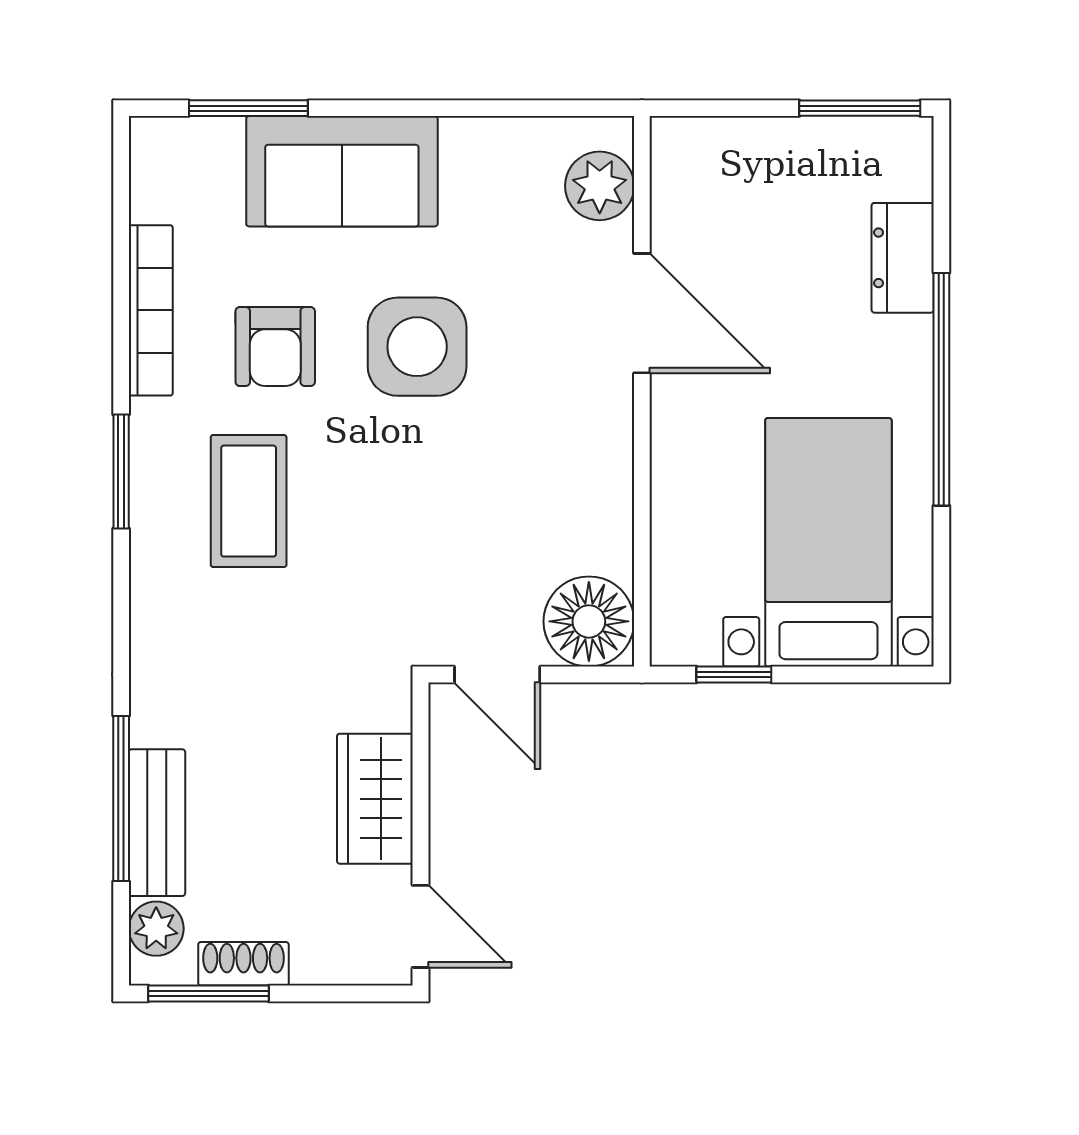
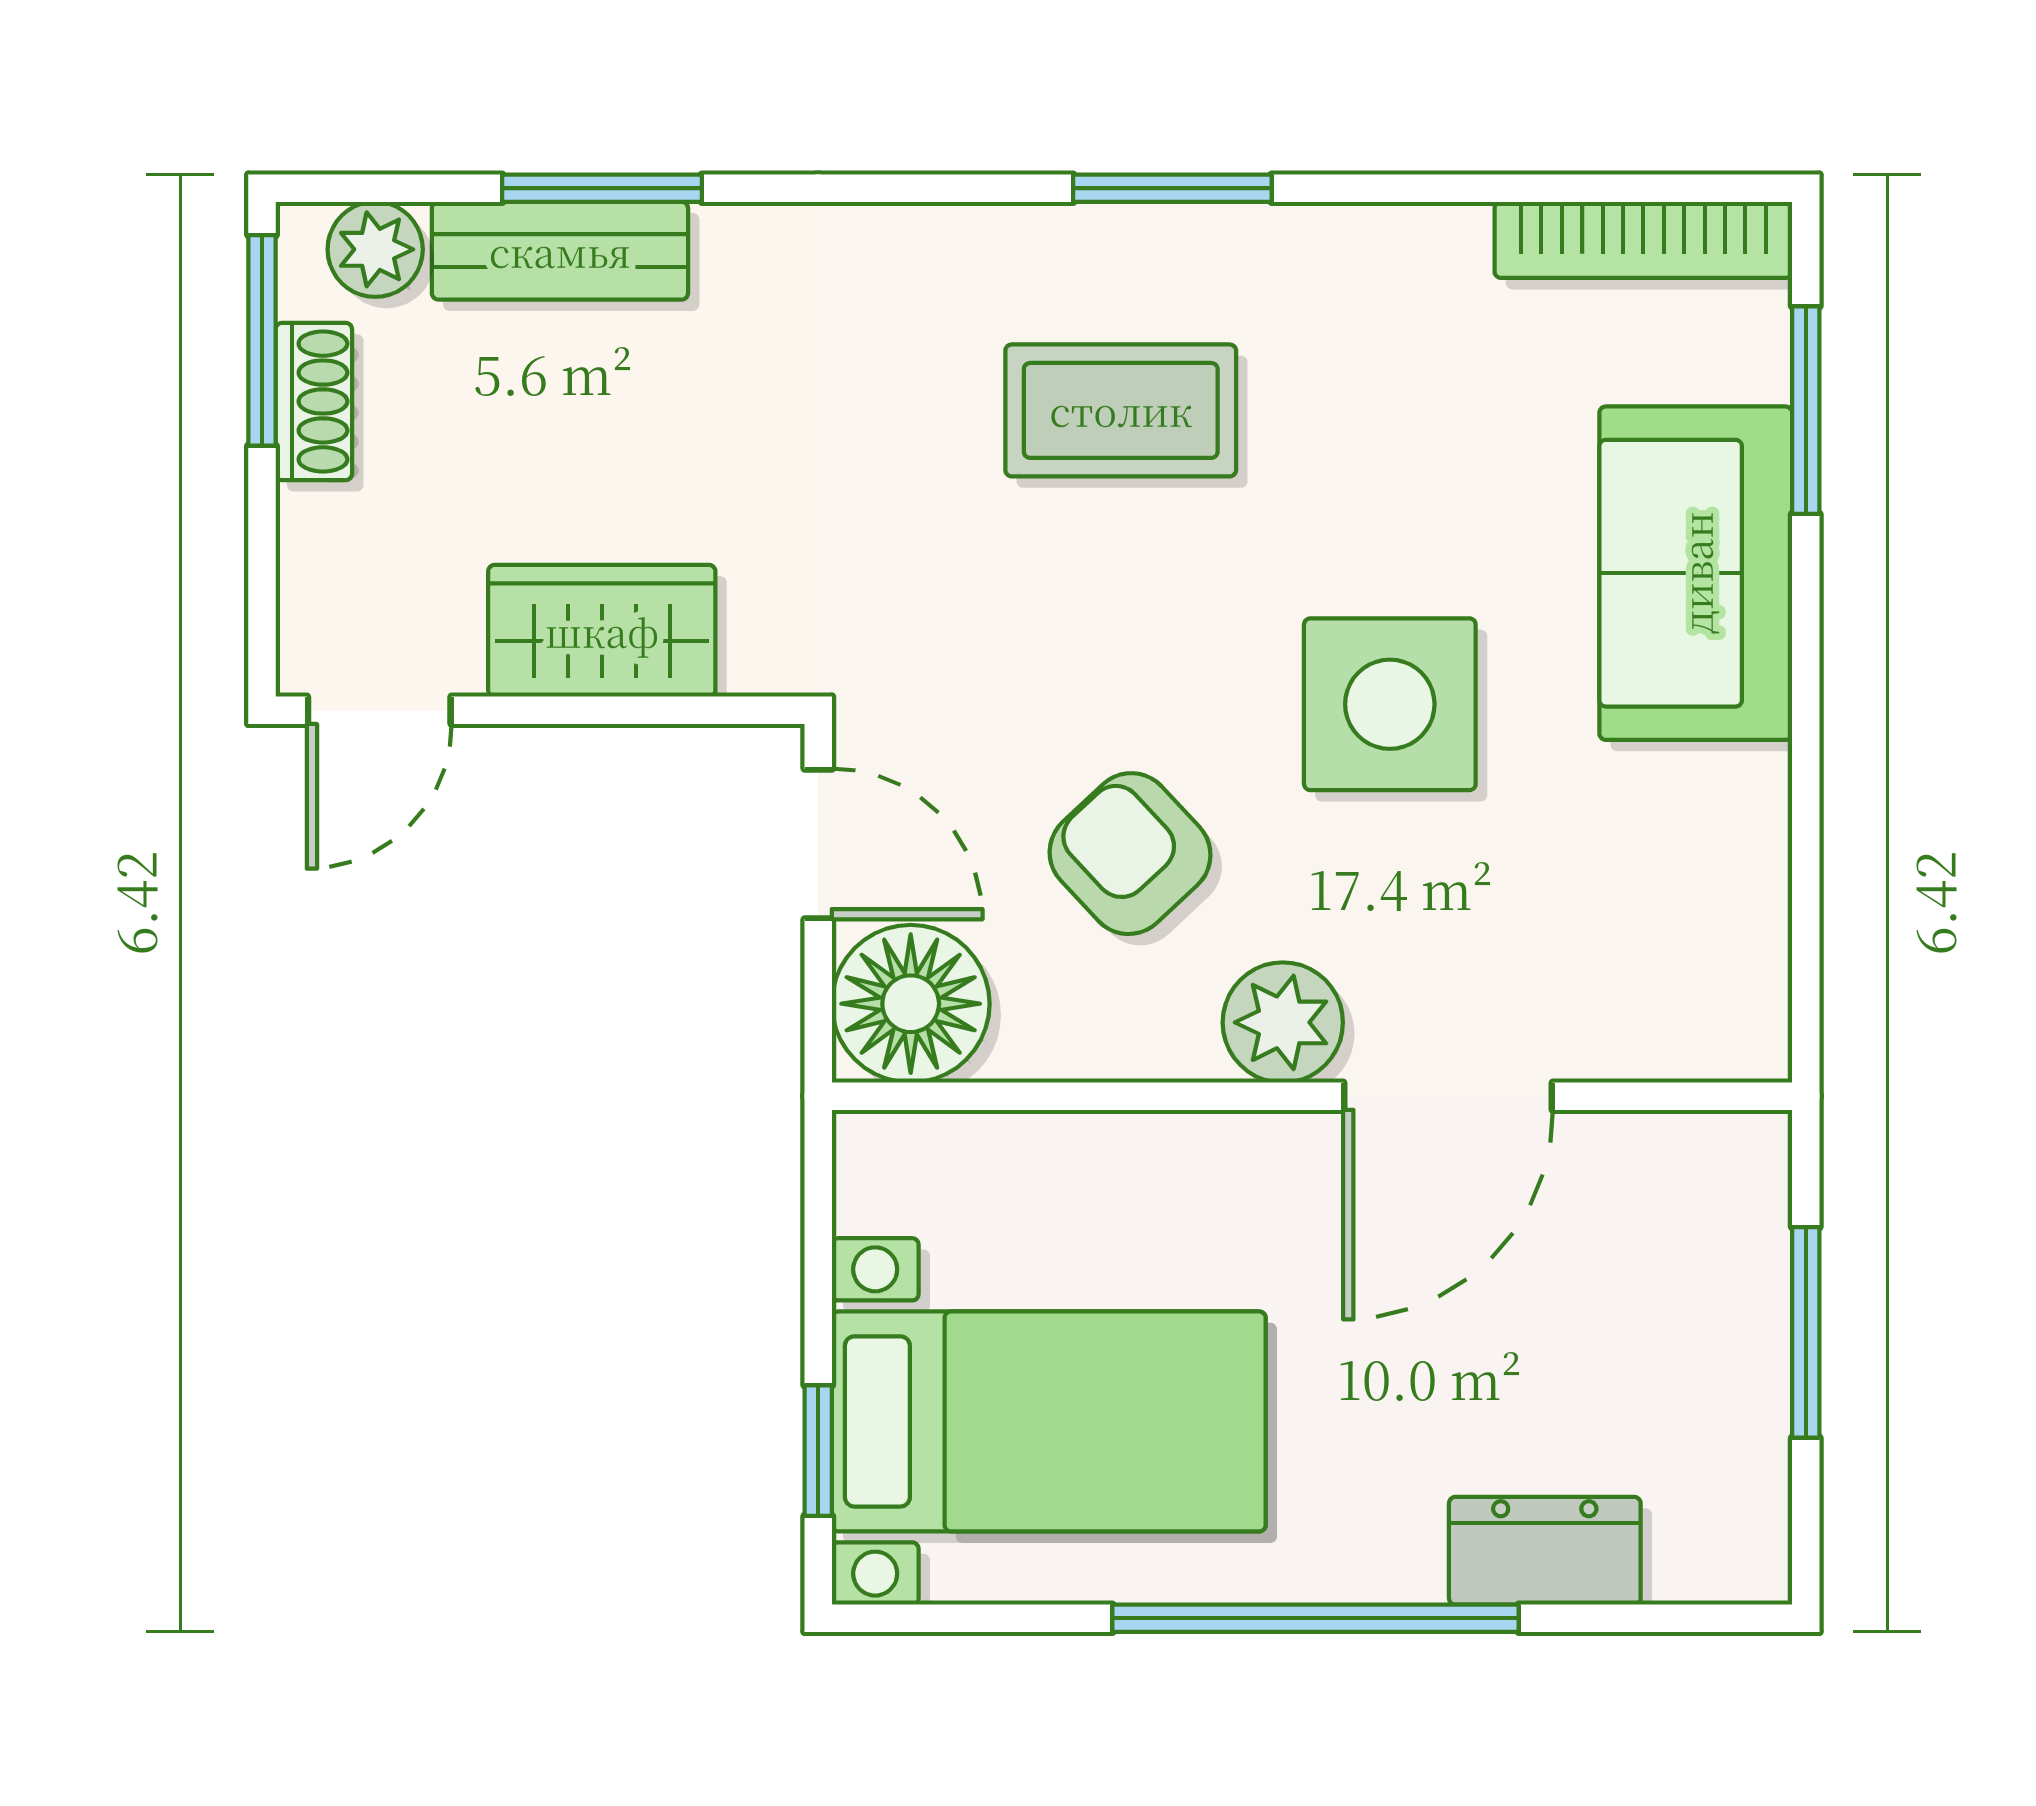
window: (860, 108) -> (1806, 1332), moved
plant: (600, 186) -> (1283, 1022), moved
bookcase: (151, 310) -> (1643, 240), moved
armchair: (275, 347) -> (1130, 854), moved, turned 47
door: (497, 675) -> (818, 844), swing flipped
window: (734, 675) -> (818, 1451), moved
window: (121, 799) -> (602, 188), width x0.69

